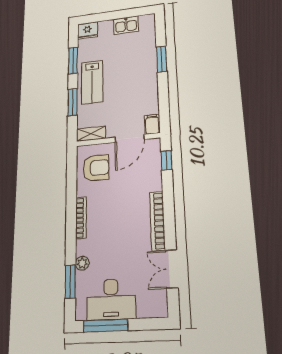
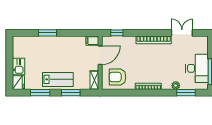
kitchen sink: (126, 25) -> (18, 66), moved
door: (130, 138) -> (100, 55), hinge flipped
armchair: (96, 168) -> (117, 77), turned -90
double door: (172, 269) -> (182, 33), swing flipped

